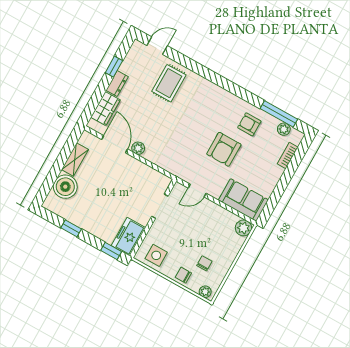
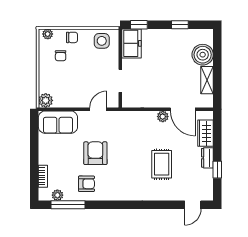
rug: (169, 83) -> (162, 164), moved

